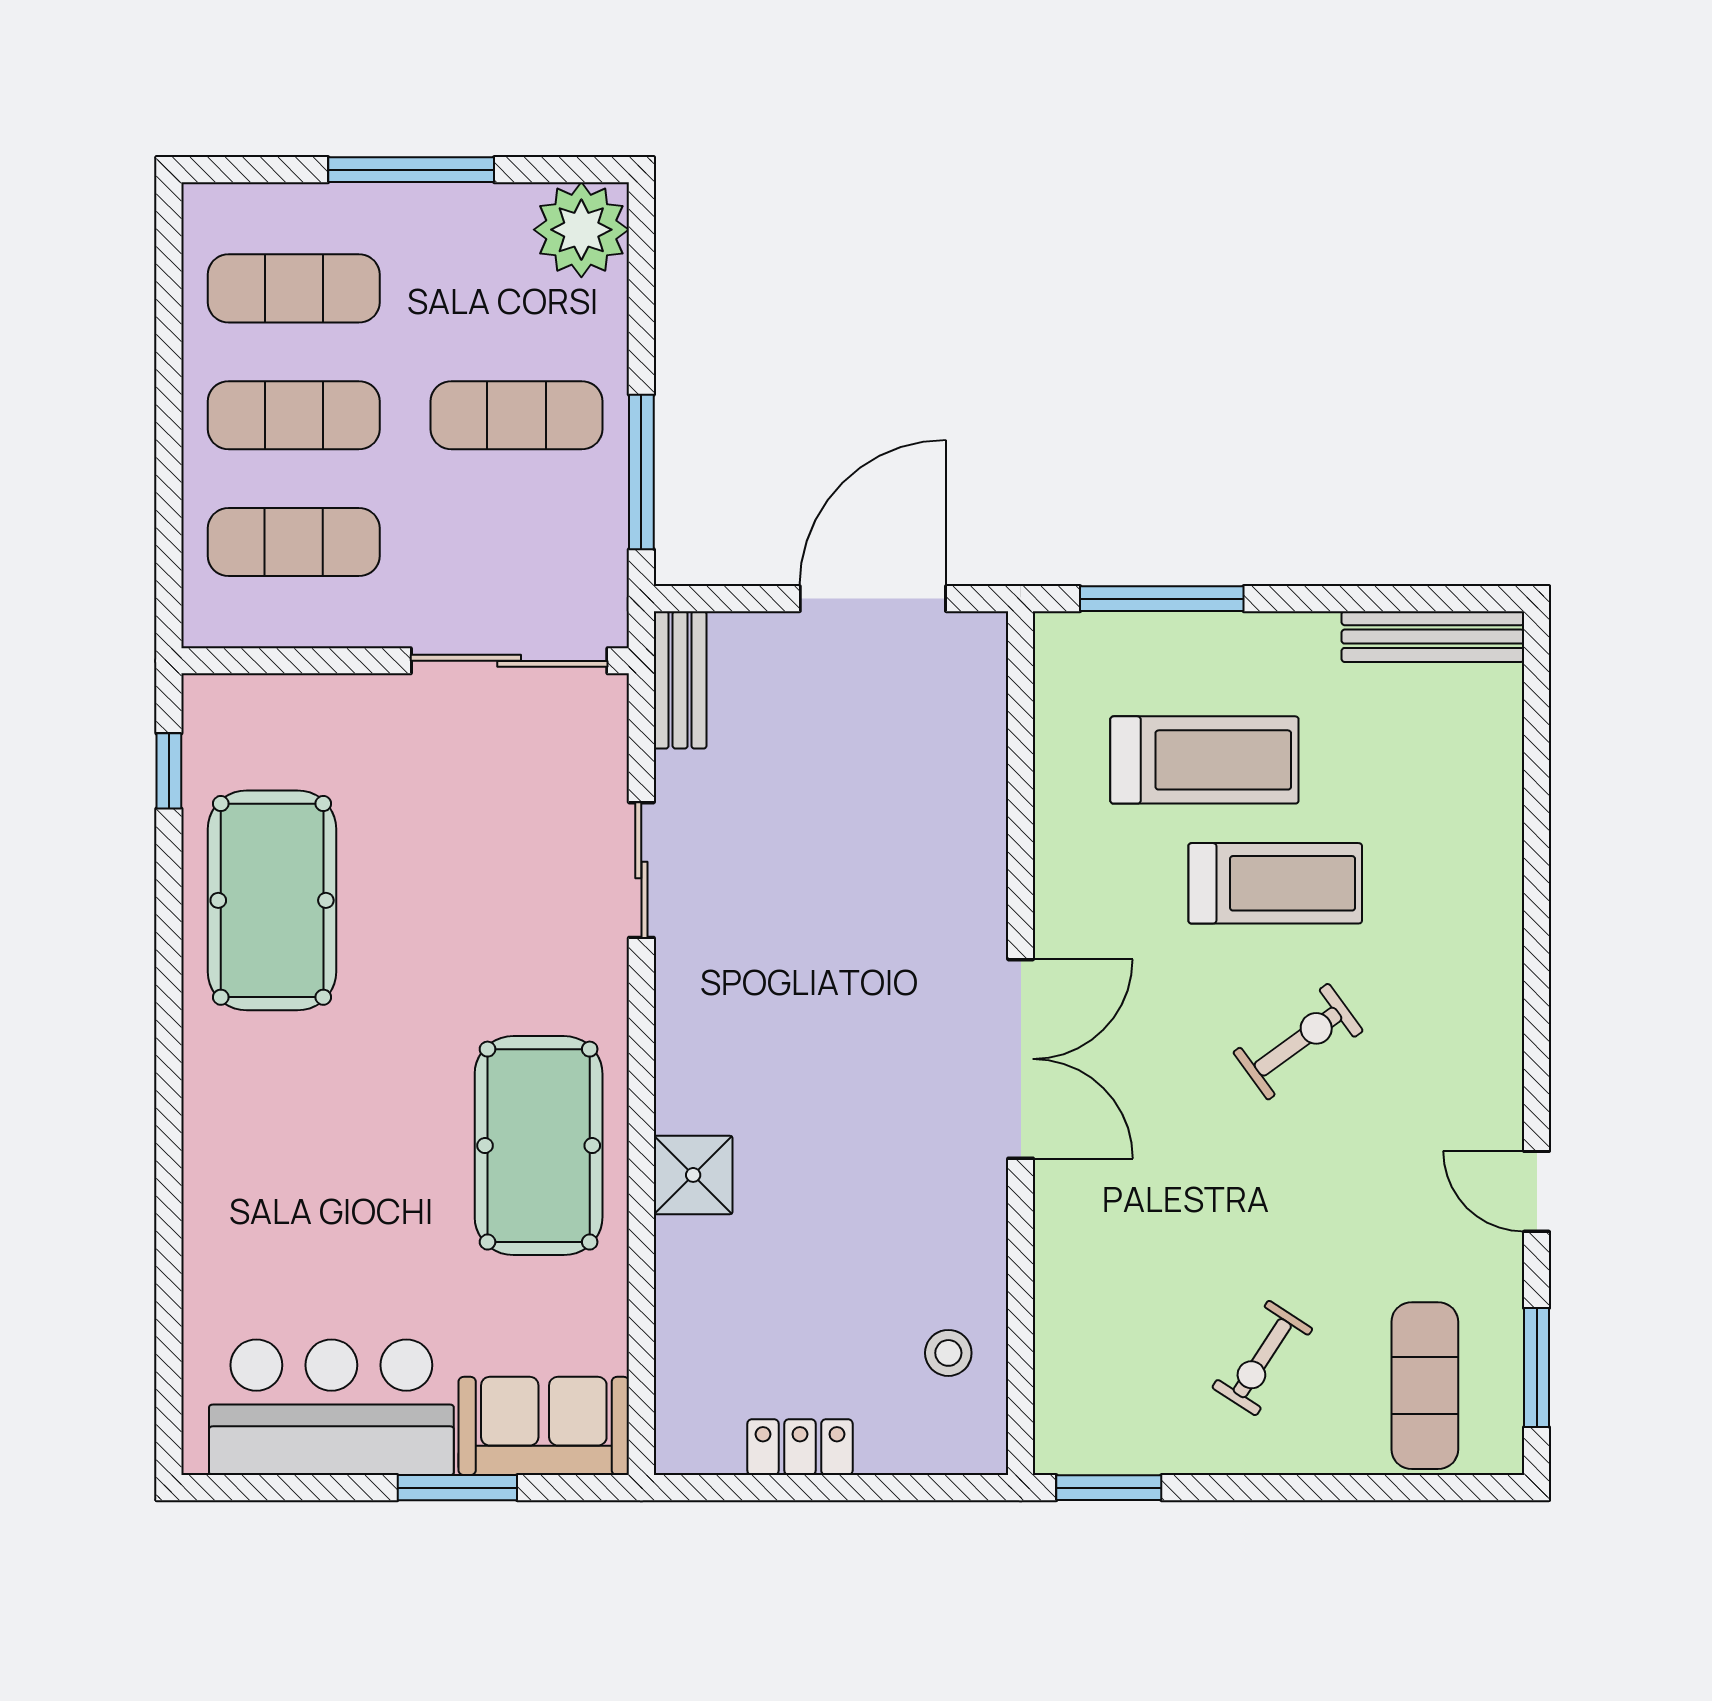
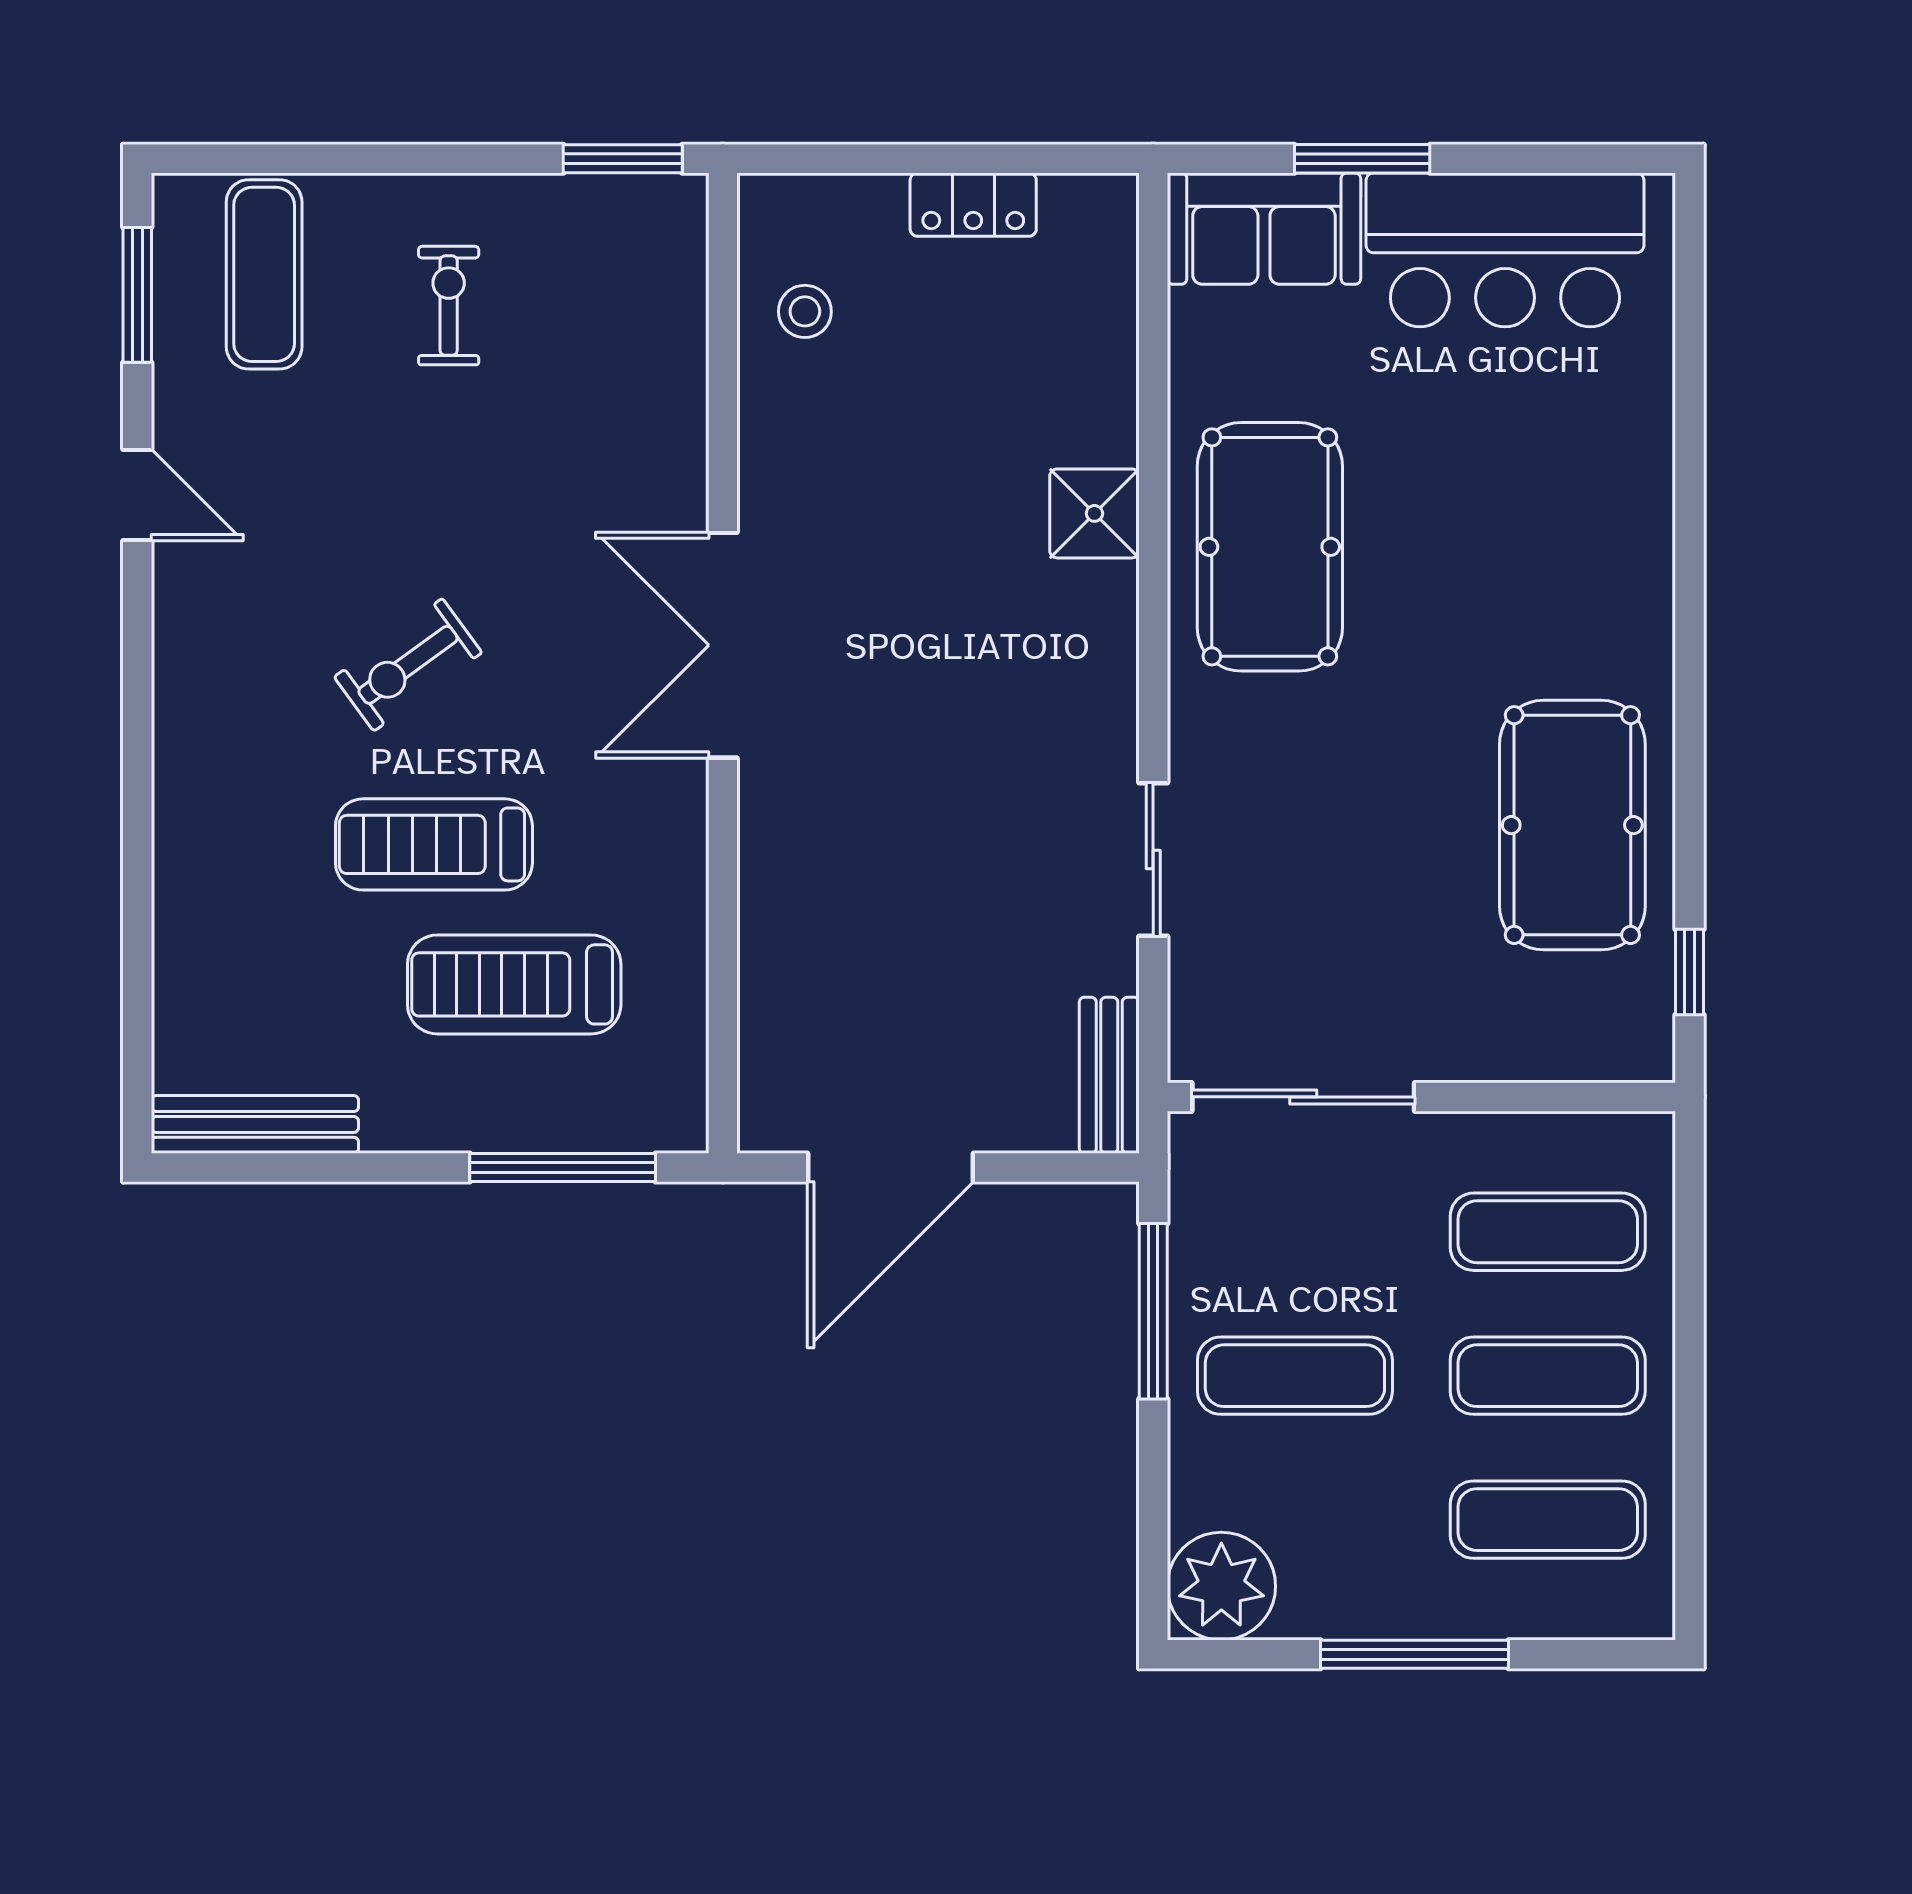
exercise bike: (1262, 1358) -> (449, 306), turned -33

